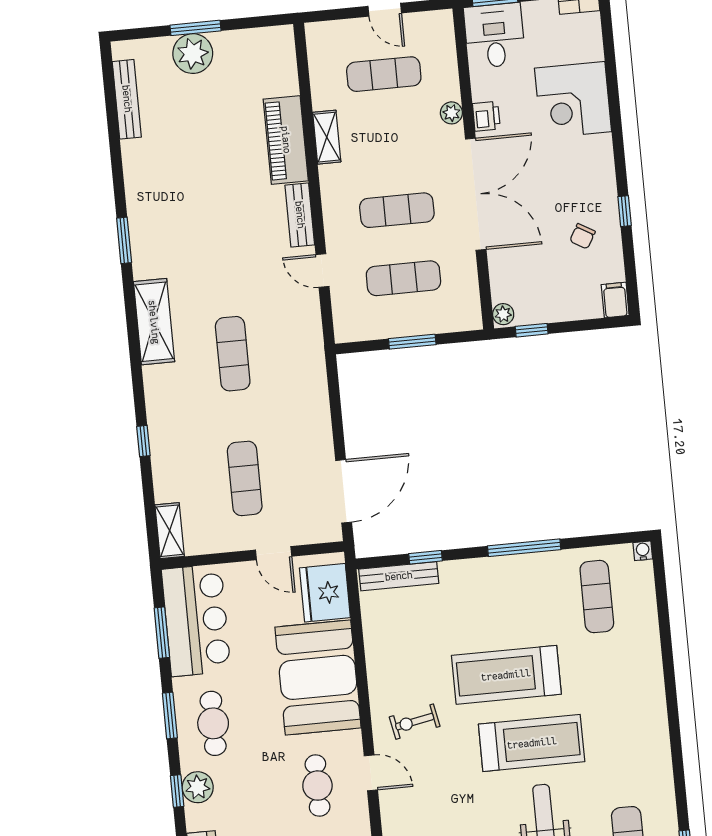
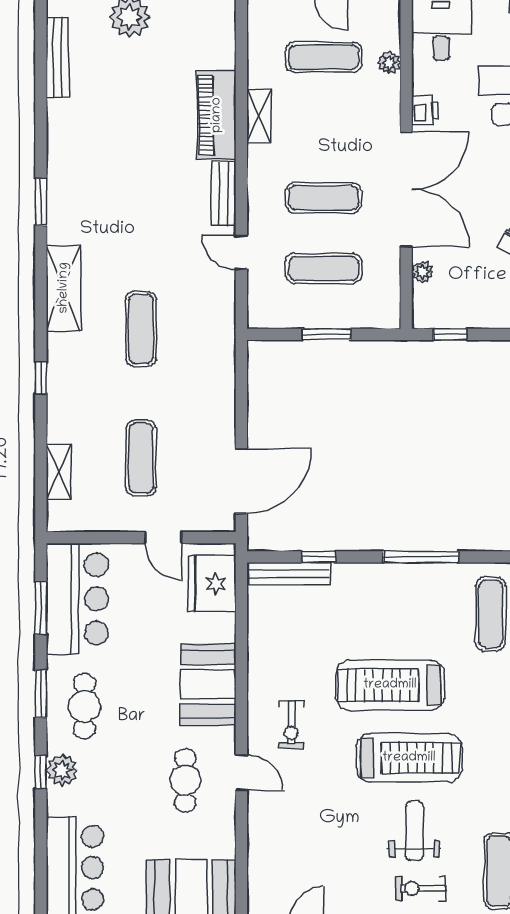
plant: (451, 113) -> (389, 63), moved
plant: (503, 314) -> (422, 272), moved
window: (143, 441) -> (41, 378), moved
shelving: (170, 531) -> (59, 472), moved
booth: (318, 677) -> (208, 684), width x0.73, depth x0.70
exercise bike: (415, 722) -> (291, 724), turned -79

